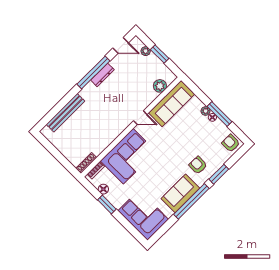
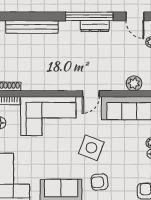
door: (140, 118) -> (91, 94), hinge flipped
side table: (173, 150) -> (91, 148), added
armchair: (198, 165) -> (99, 182), turned -95

